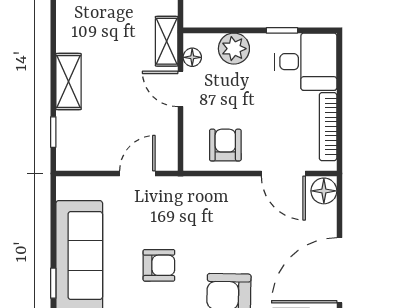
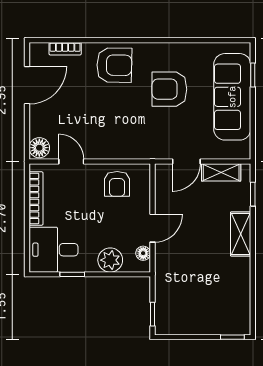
shelving: (167, 41) -> (221, 172), moved, turned 90
door: (180, 89) -> (152, 228), hinge flipped
door: (283, 173) -> (71, 162), width x0.73
armchair: (159, 265) -> (169, 89), width x1.38, depth x1.38
door: (339, 270) -> (27, 85), width x0.73

